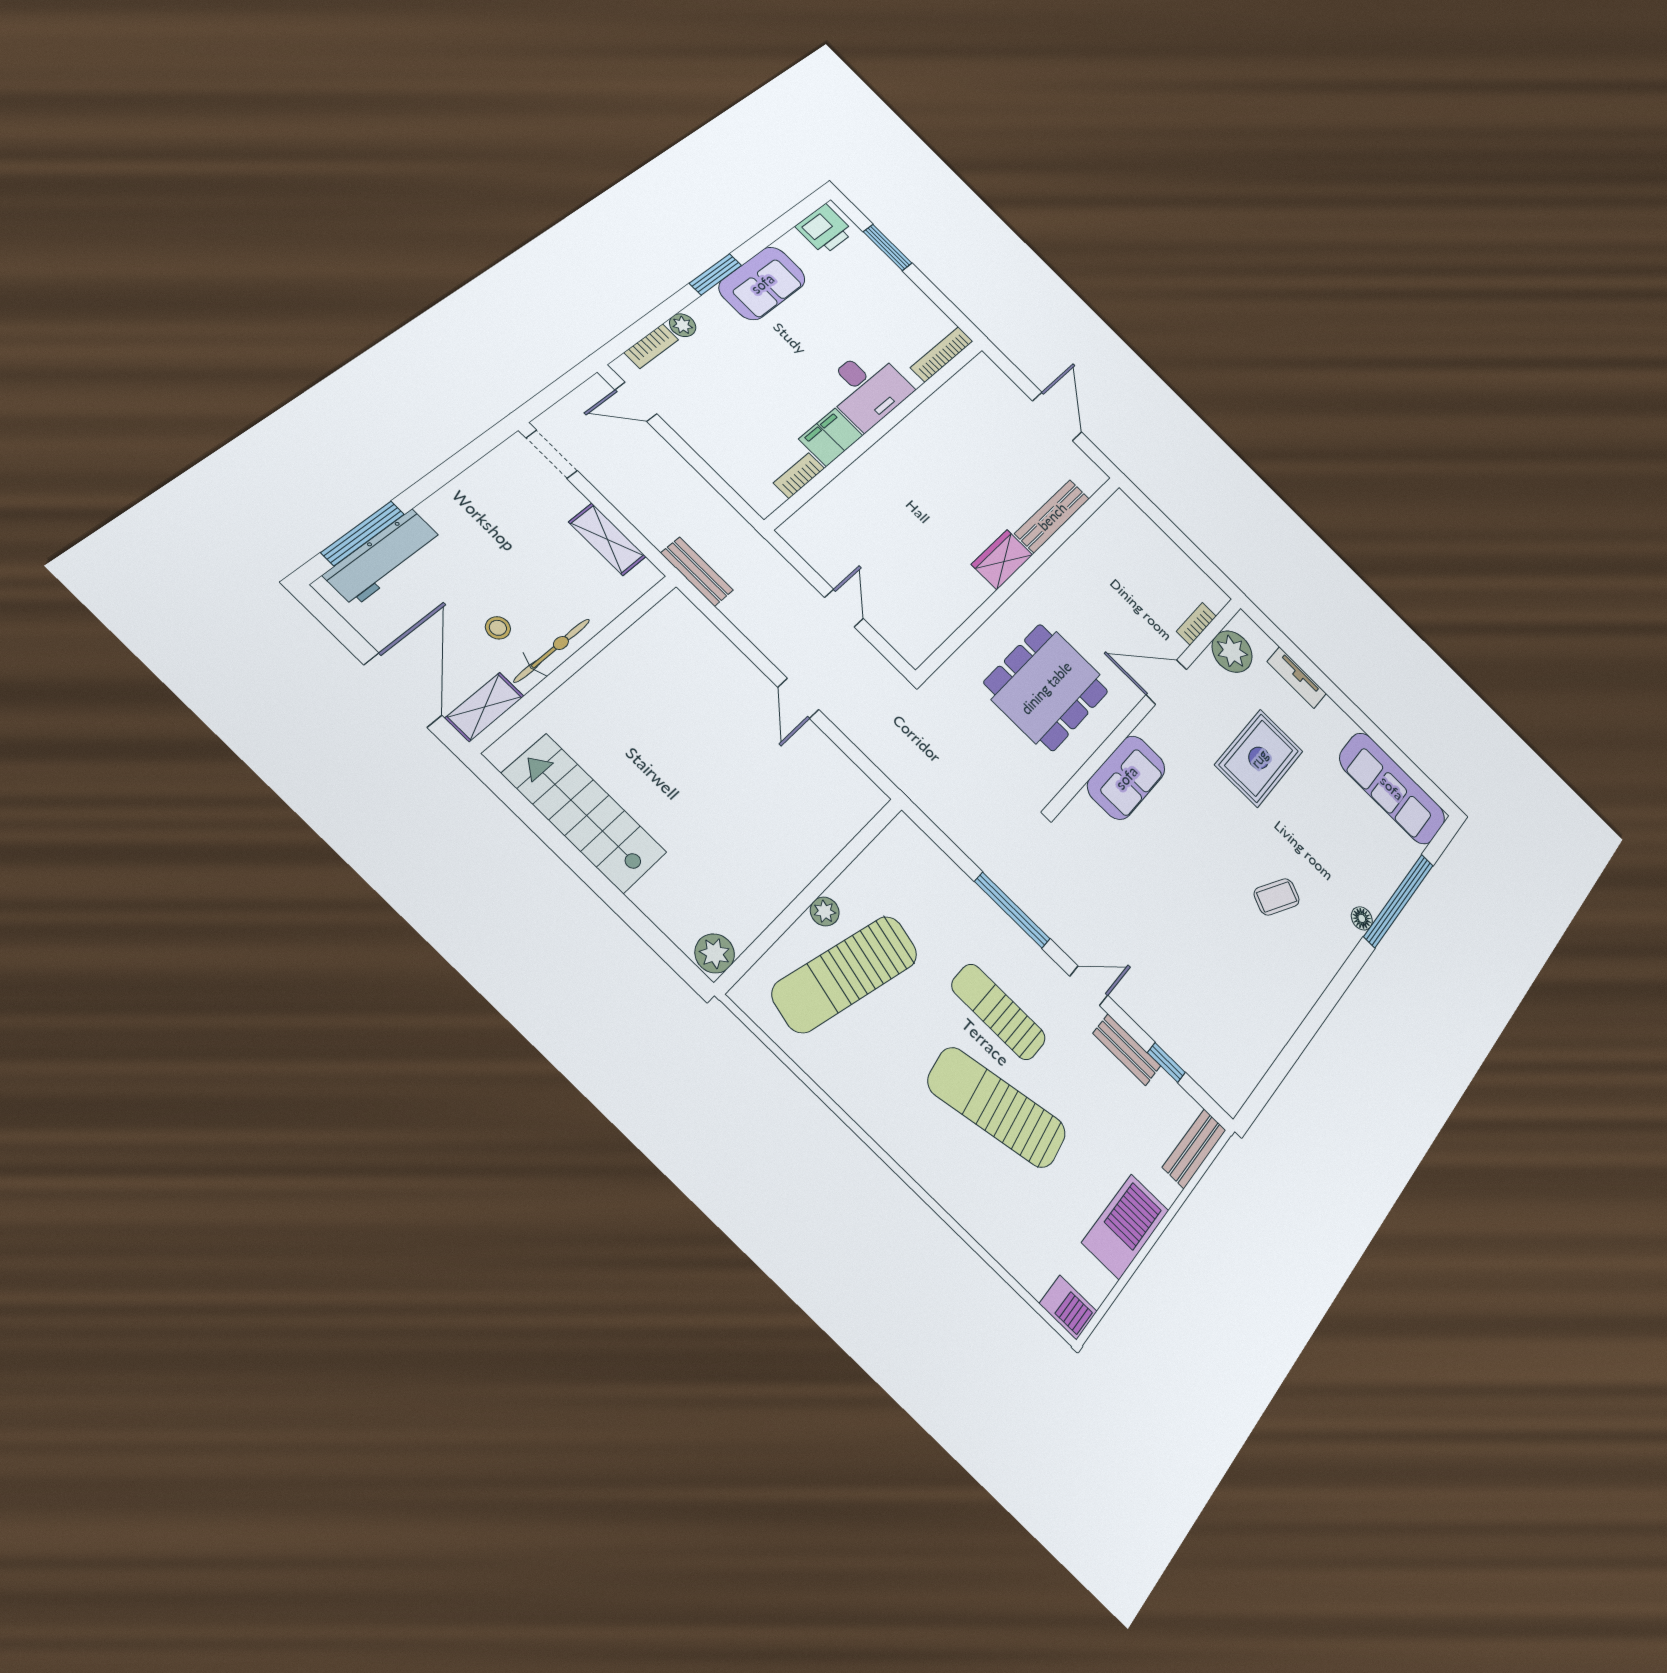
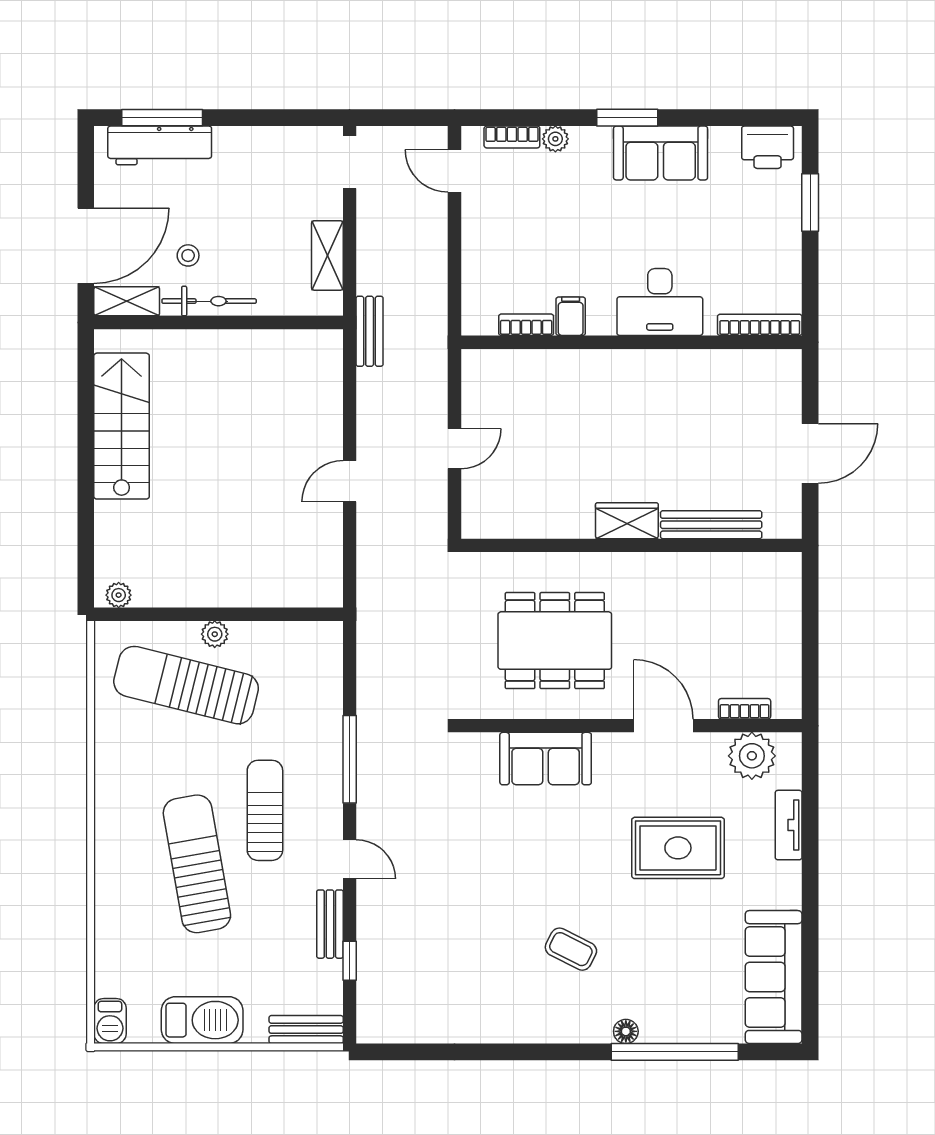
filing cabinet: (831, 437) -> (571, 316), width x0.50
plant: (715, 953) -> (119, 595), width x0.73, depth x0.73

